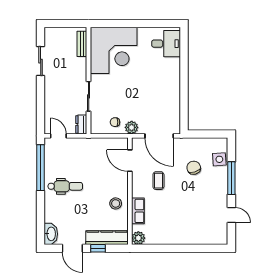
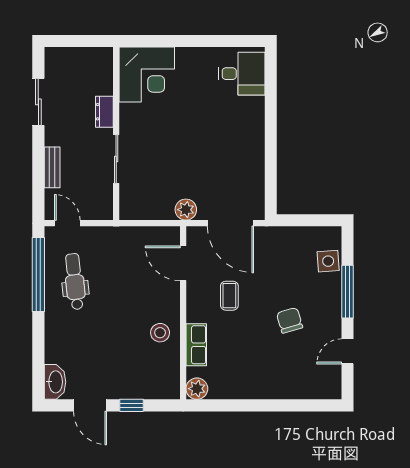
bench: (82, 44) -> (52, 167), moved
corner desk: (114, 50) -> (147, 75), width x0.74, depth x0.74
chair: (115, 122) -> (159, 201), removed
dresser: (81, 124) -> (104, 112), moved
chair: (194, 168) -> (290, 320), moved
dental chair: (65, 186) -> (75, 282), moved, turned -96
door: (231, 215) -> (348, 351), swing flipped
kitchen counter: (107, 238) -> (146, 388), removed

